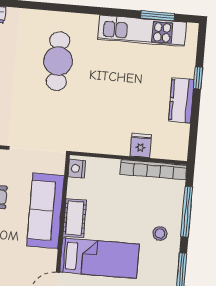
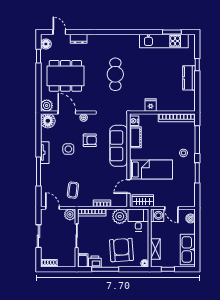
cafe table: (58, 61) -> (115, 74), moved
fridge: (141, 146) -> (151, 105), moved
cot: (75, 218) -> (135, 137), moved

